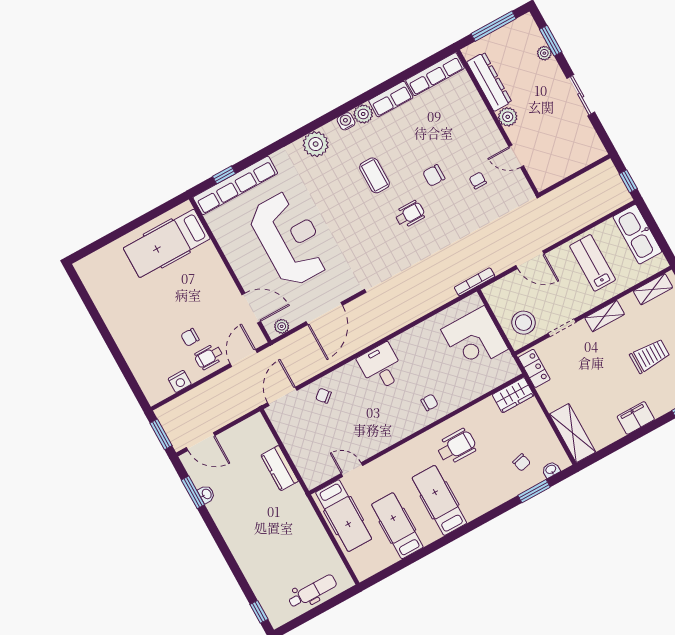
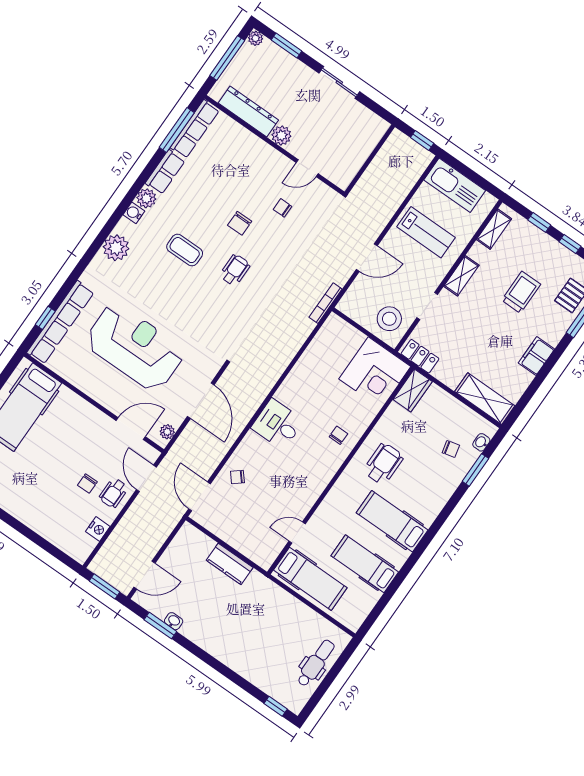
plant: (544, 53) -> (255, 38), moved
window: (419, 67) -> (177, 130), added
lab bench: (593, 263) -> (426, 232), turned 180
corner desk: (475, 339) -> (375, 373), moved

